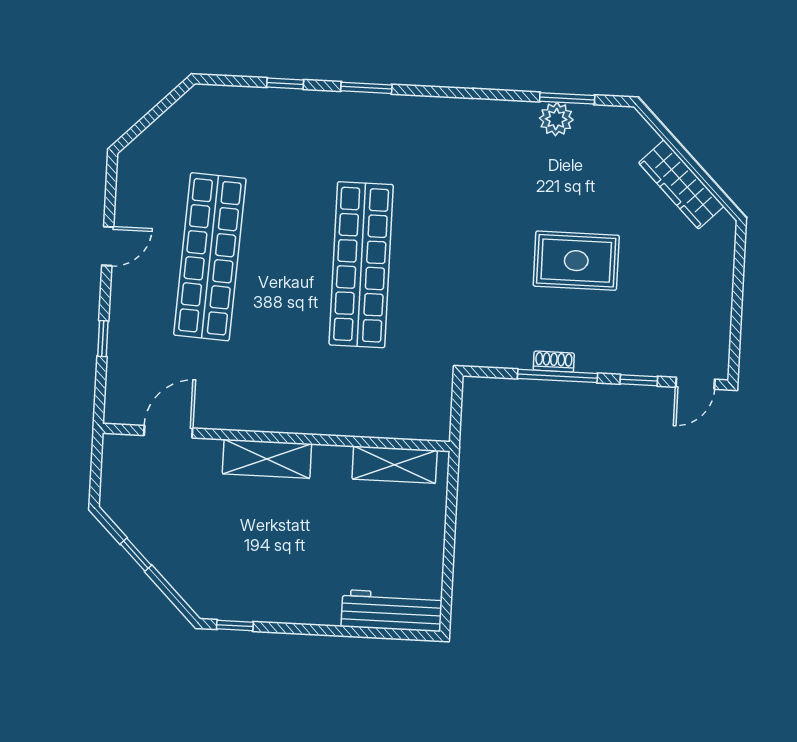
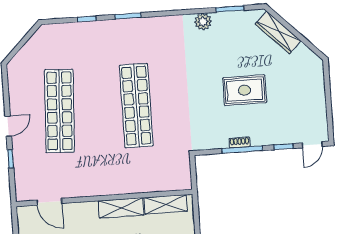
plant: (556, 119) -> (203, 22), moved
wardrobe: (681, 185) -> (278, 32), moved
door: (108, 246) -> (8, 126), moved
door: (168, 432) -> (49, 202), swing flipped
shelving: (267, 459) -> (121, 208), moved

